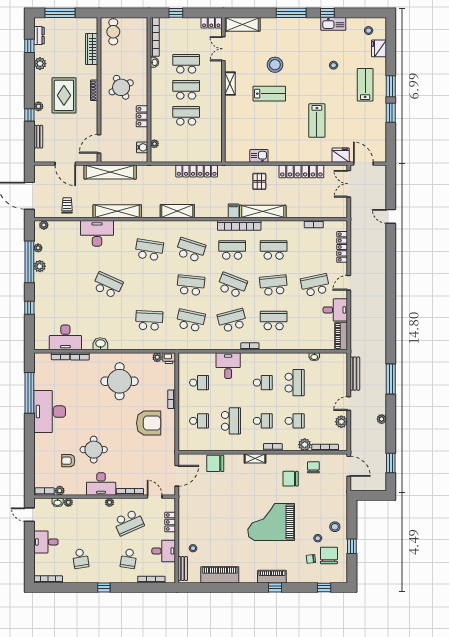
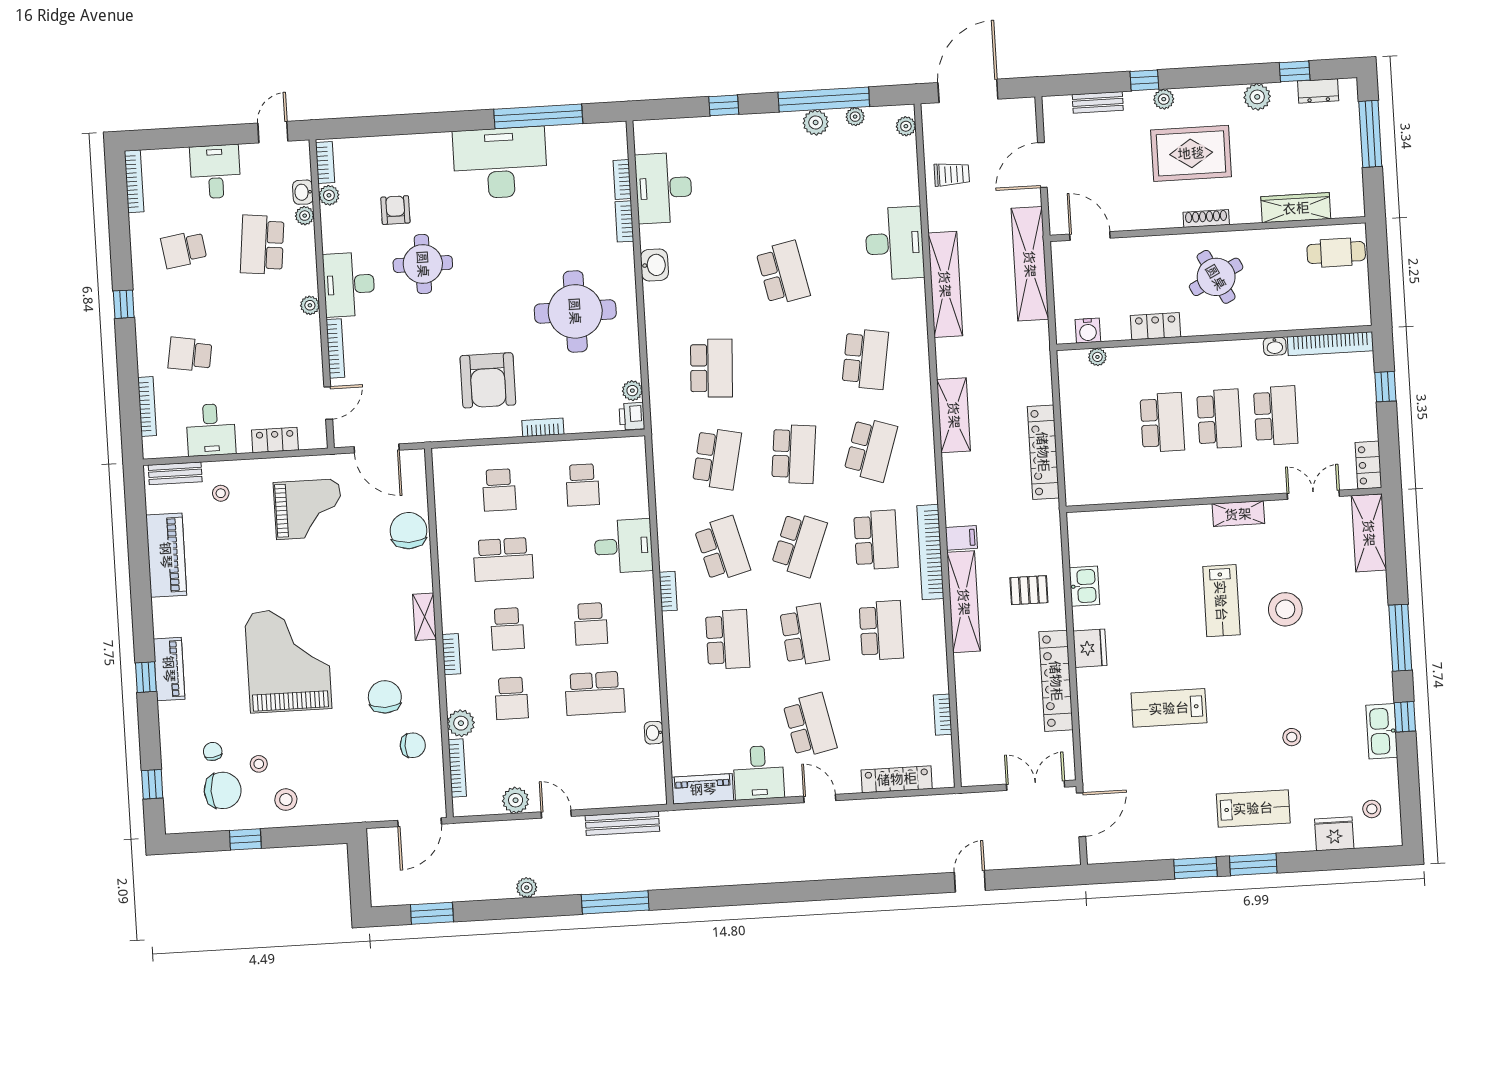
fridge: (341, 155) -> (1090, 648), moved
school desk: (108, 285) -> (783, 273), turned -36
grand piano: (203, 509) -> (308, 509), added
school desk: (129, 523) -> (262, 245), moved, turned 30

